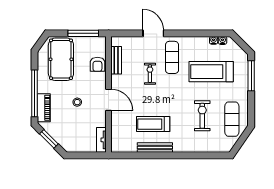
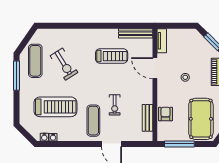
window: (251, 76) -> (17, 76), moved
door: (109, 100) -> (155, 68), moved
exercise bike: (202, 116) -> (64, 64), turned -32
bench: (155, 147) -> (136, 33), moved

